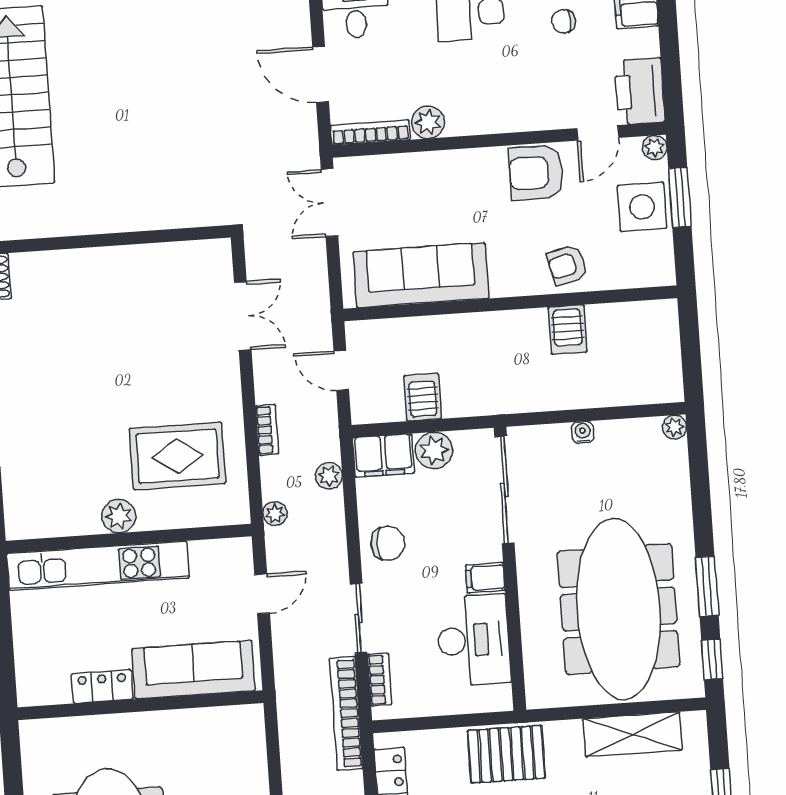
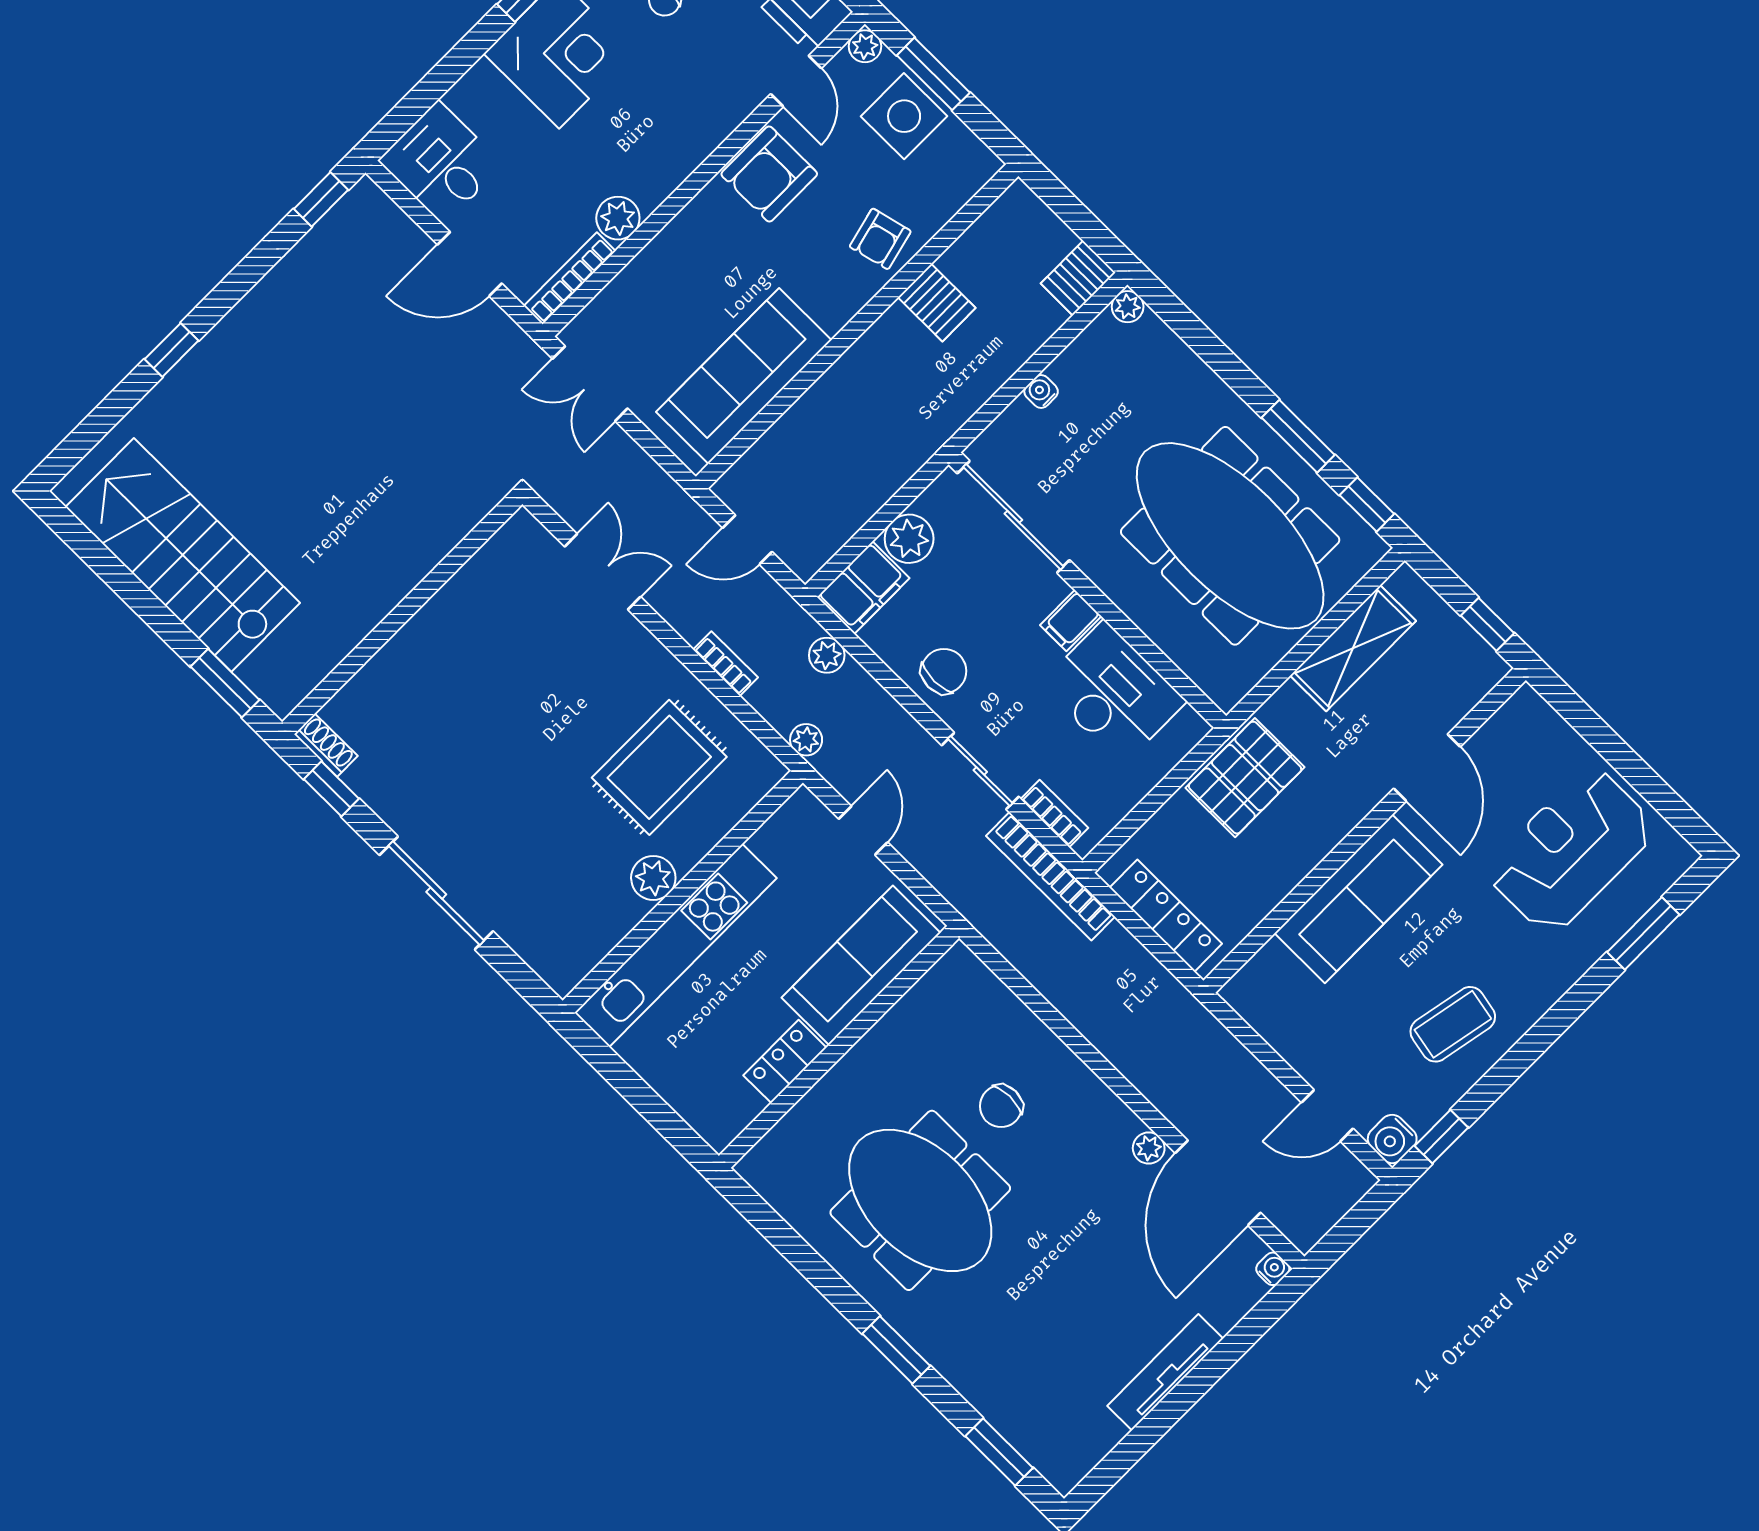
server rack: (423, 397) -> (1078, 278), moved, turned -90

